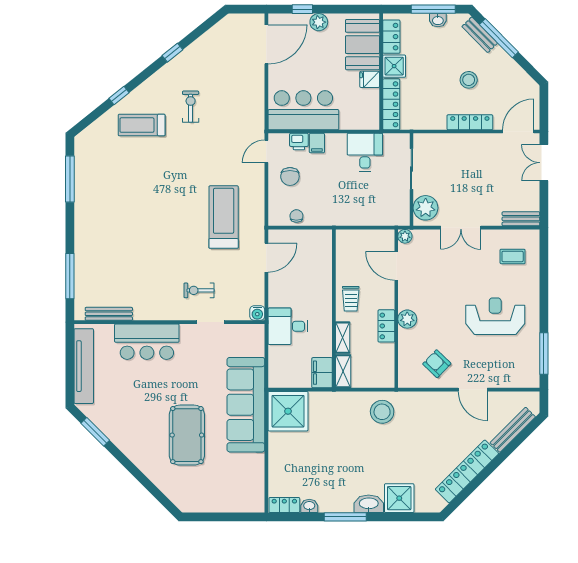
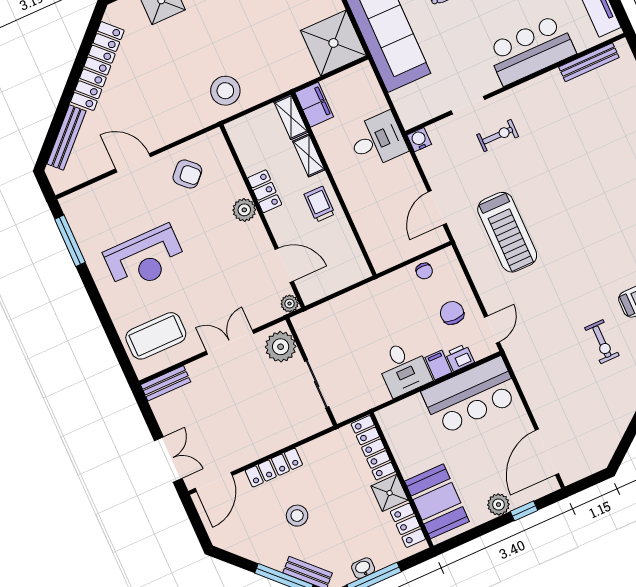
fridge: (370, 79) -> (411, 465), removed
desk: (365, 152) -> (403, 368), moved
coffee table: (513, 256) -> (156, 336), width x1.86, depth x1.72

